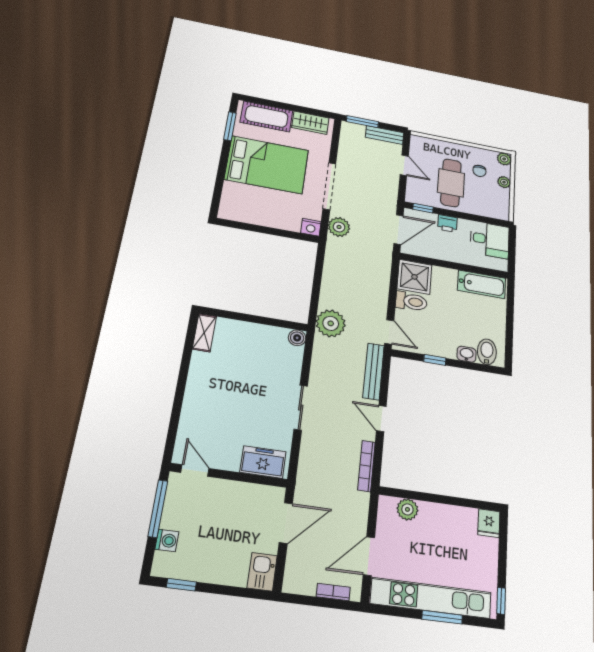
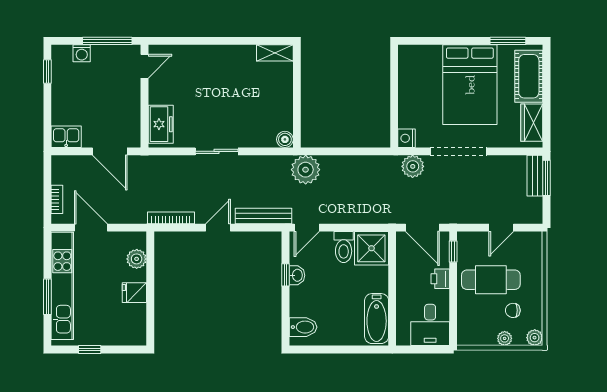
bench: (385, 135) -> (535, 176), moved
washbasin: (467, 354) -> (297, 275), moved
fridge: (489, 523) -> (134, 293), moved
window: (501, 601) -> (90, 350), moved

